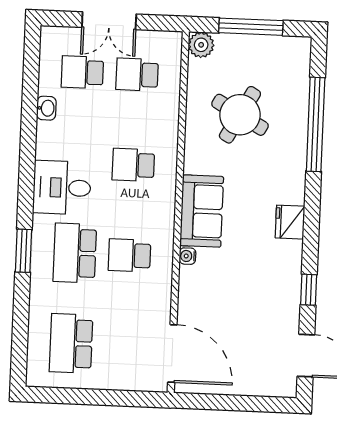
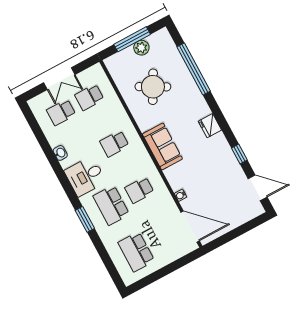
plant: (201, 45) -> (141, 48), moved
washbasin: (46, 108) -> (60, 153), moved
water cooler: (188, 256) -> (181, 195), moved

